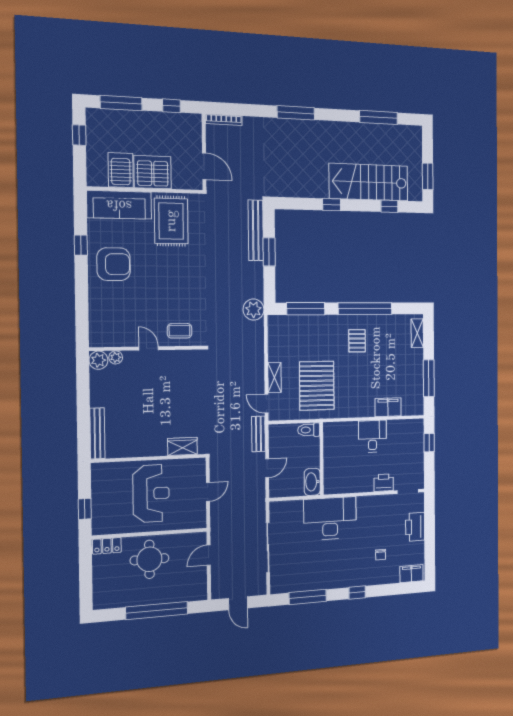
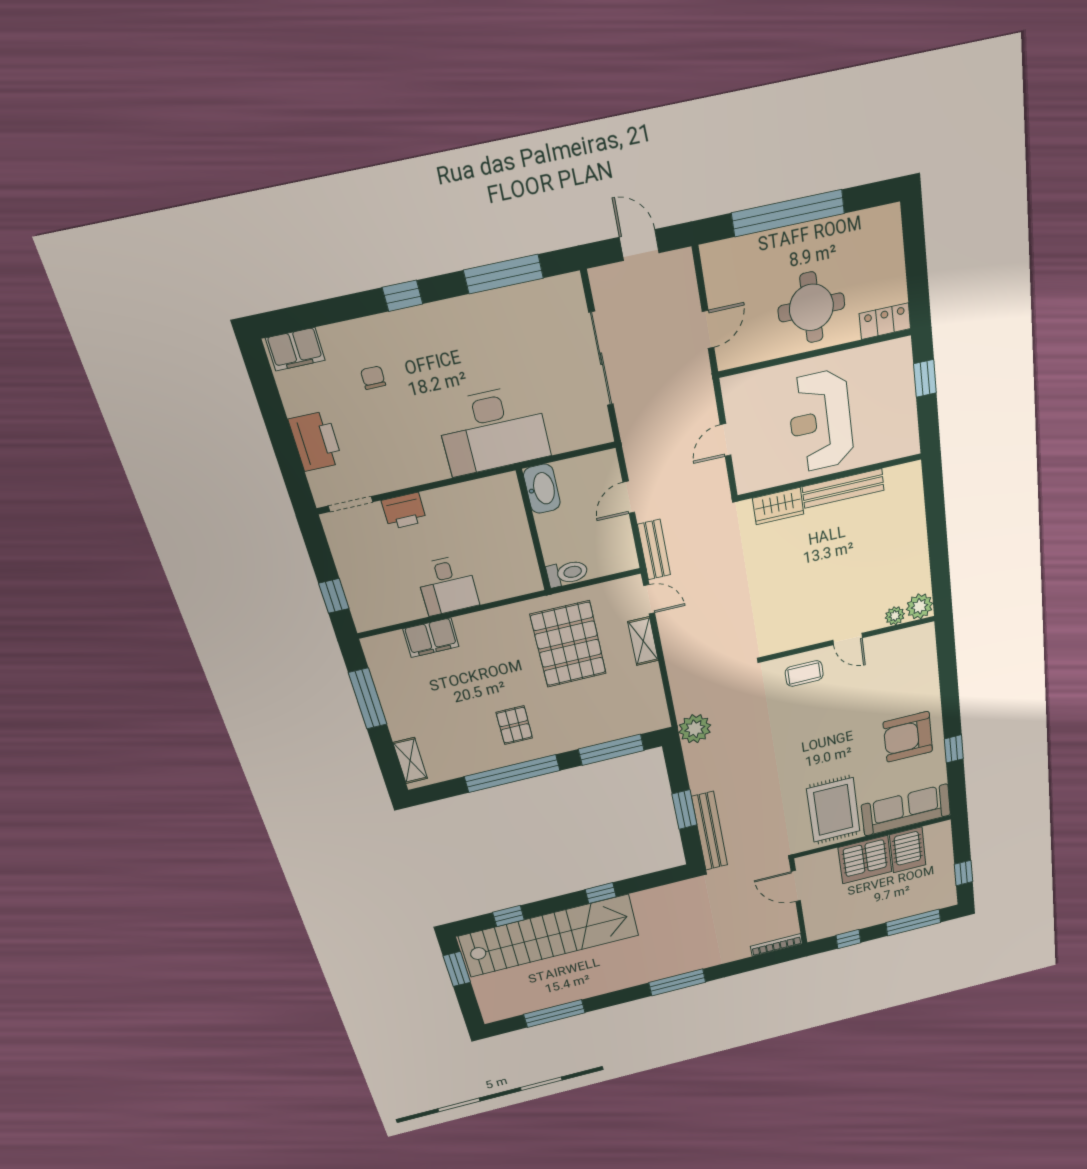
stairs: (369, 182) -> (549, 936), width x1.36
bench: (97, 433) -> (843, 488), moved, turned 90

